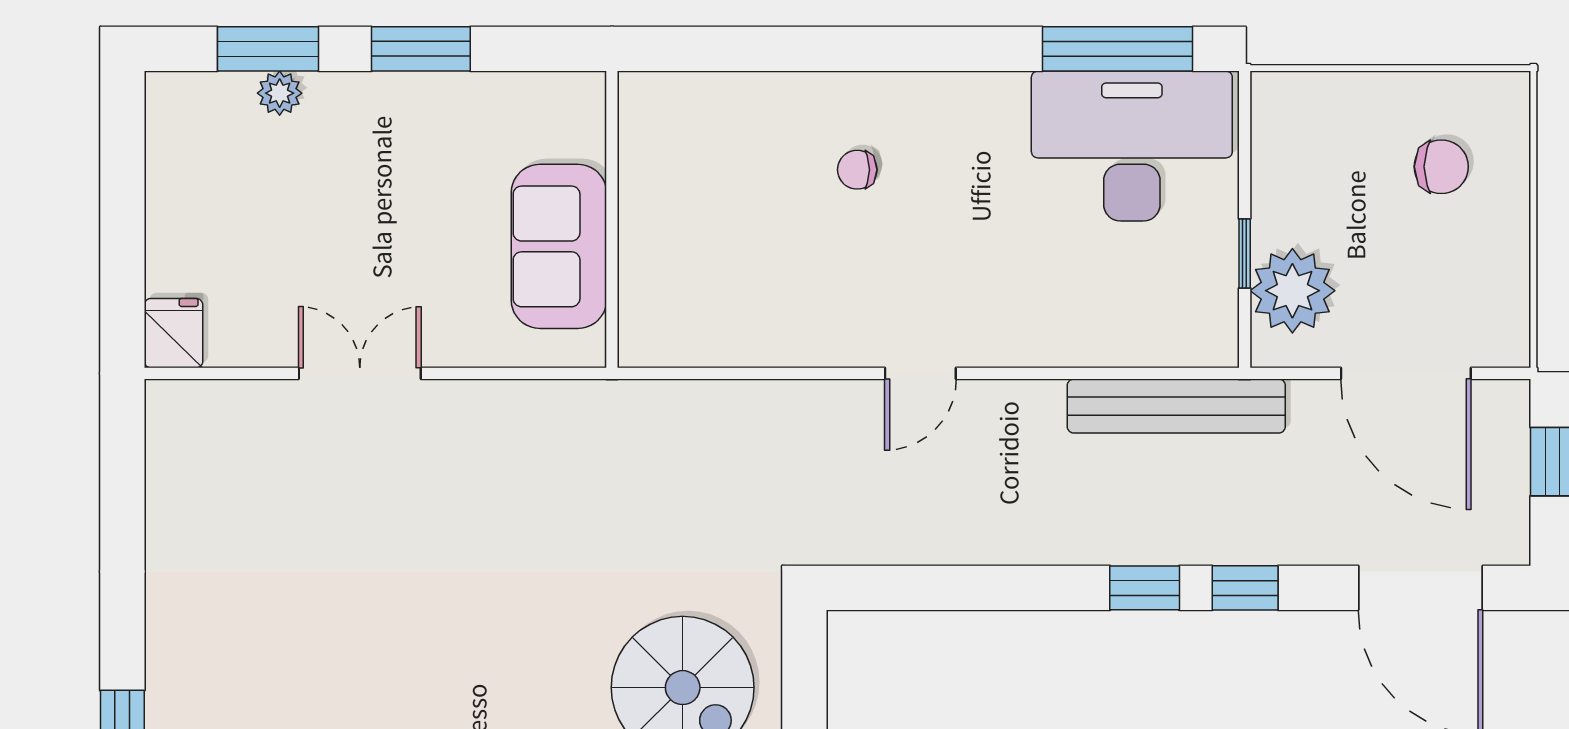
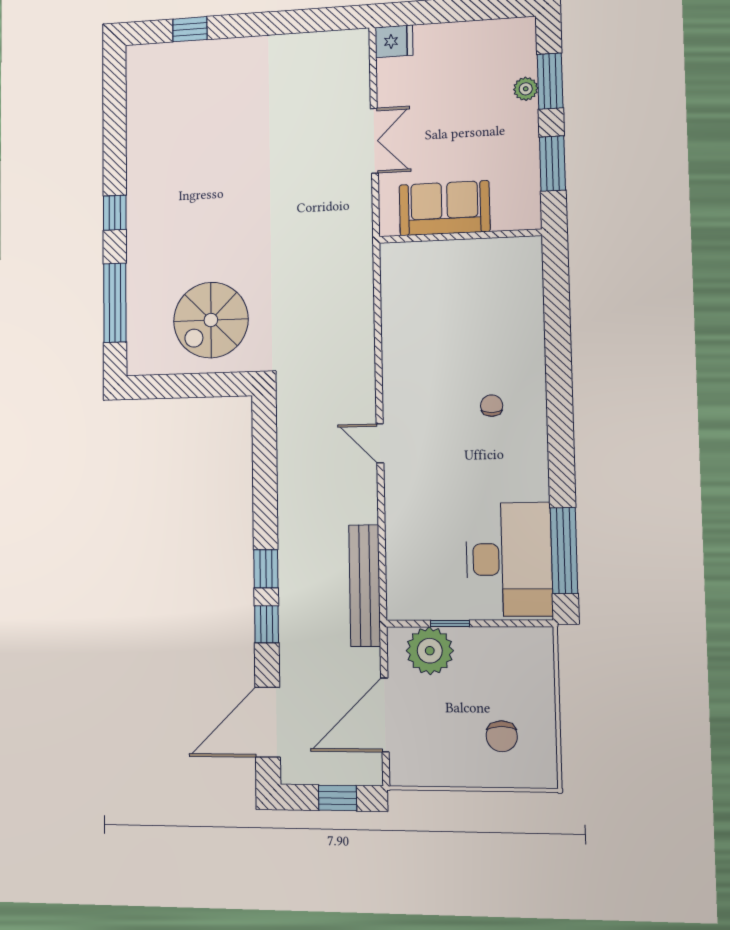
wall: (612, 219) -> (460, 236), moved
sofa: (559, 246) -> (444, 208), moved

